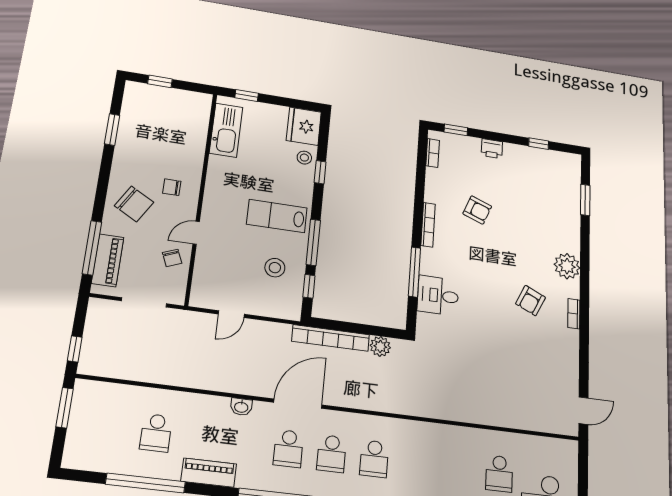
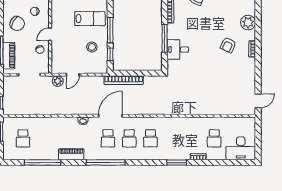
lab bench: (277, 216) -> (90, 19), turned 180
plant: (380, 346) -> (58, 81), moved
school desk: (156, 433) -> (23, 138), moved

